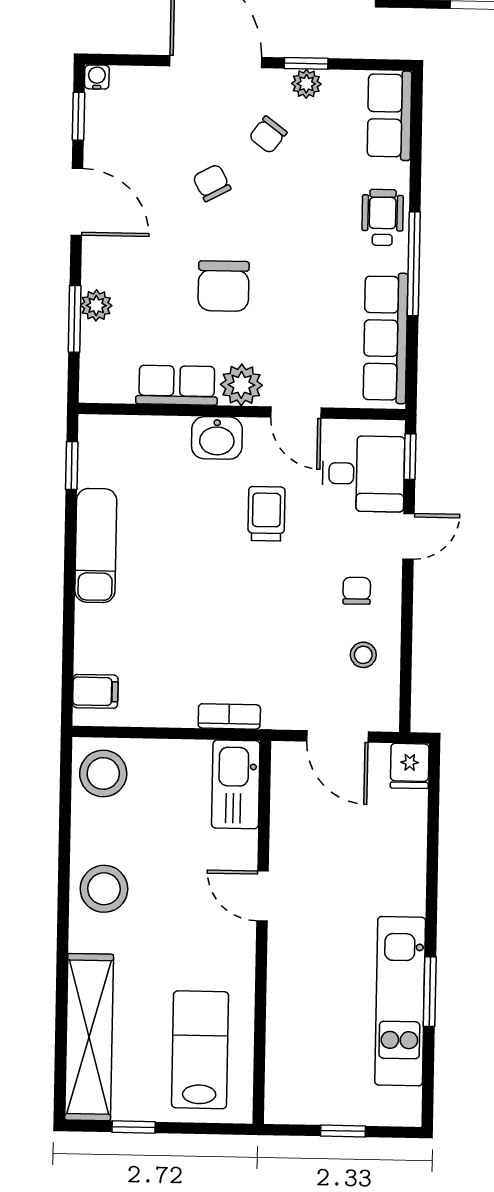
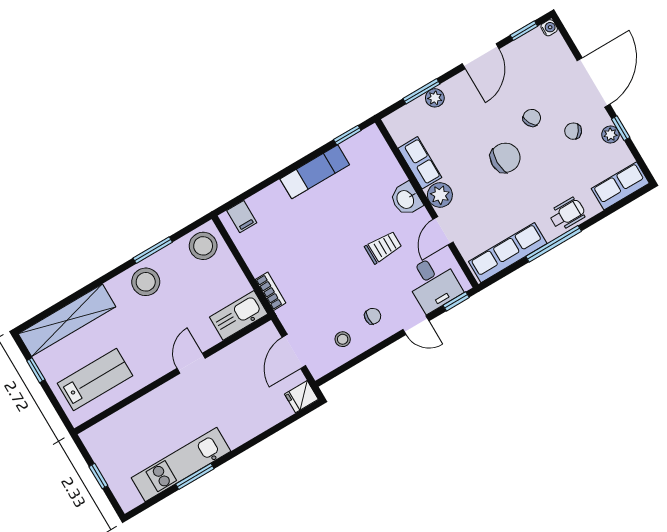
chair: (224, 286) -> (505, 158), moved, turned 180
window: (64, 850) -> (153, 250), added

